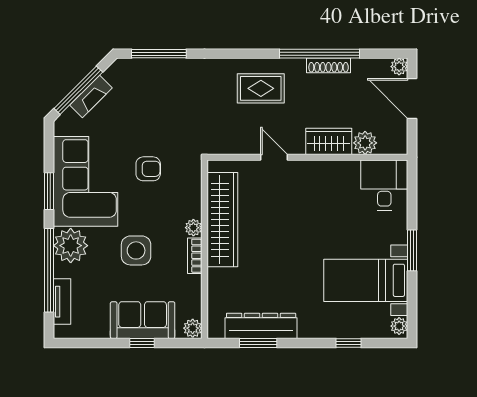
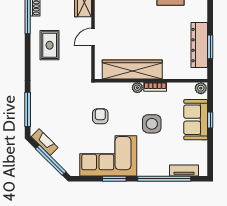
fireplace: (91, 97) -> (45, 142), moved
plant: (71, 246) -> (149, 165), removed

